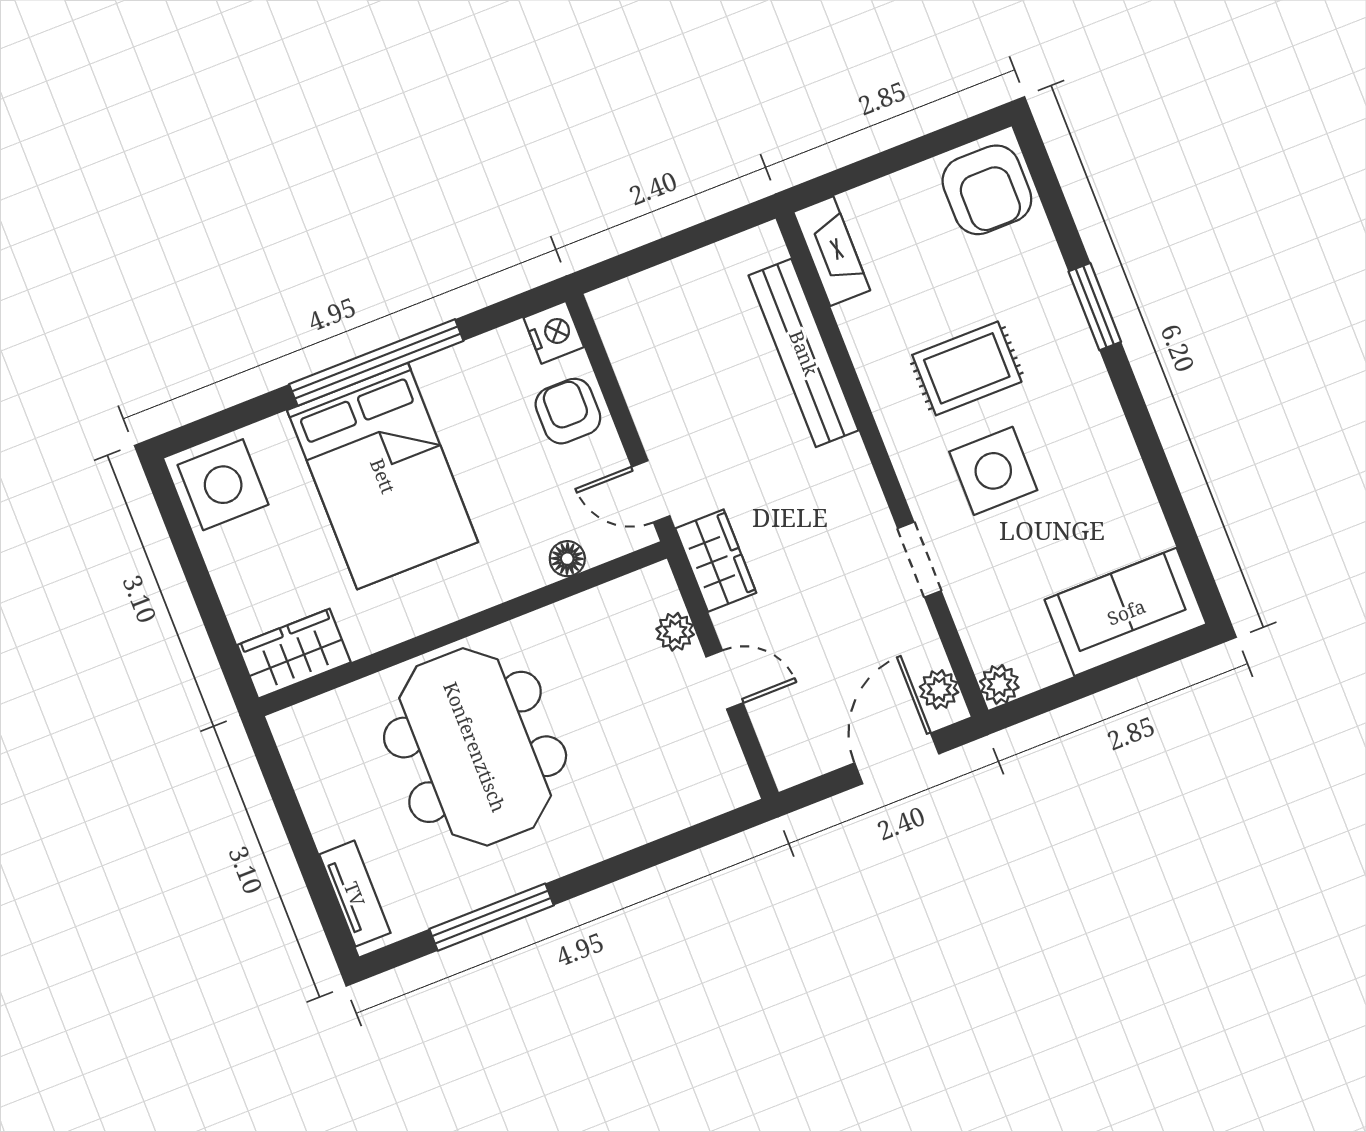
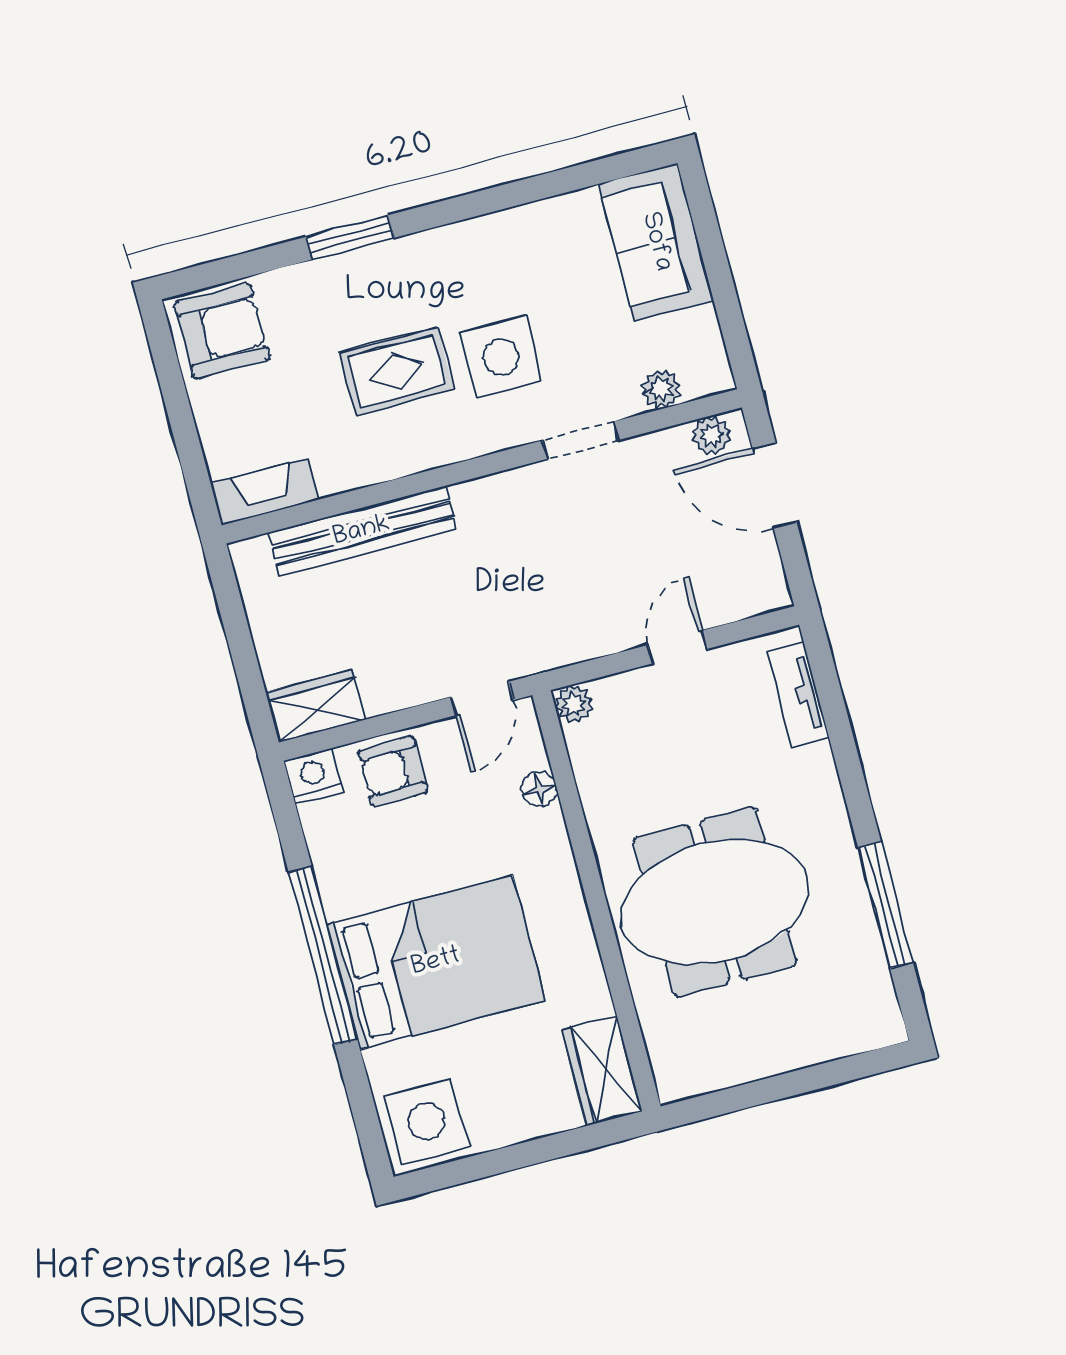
rug: (967, 368) -> (396, 371), turned 90
wardrobe: (716, 561) -> (315, 706), moved
plant: (675, 632) -> (574, 704), moved
plant: (999, 684) -> (661, 389), moved
tv unit: (355, 894) -> (798, 695), moved, turned -90

